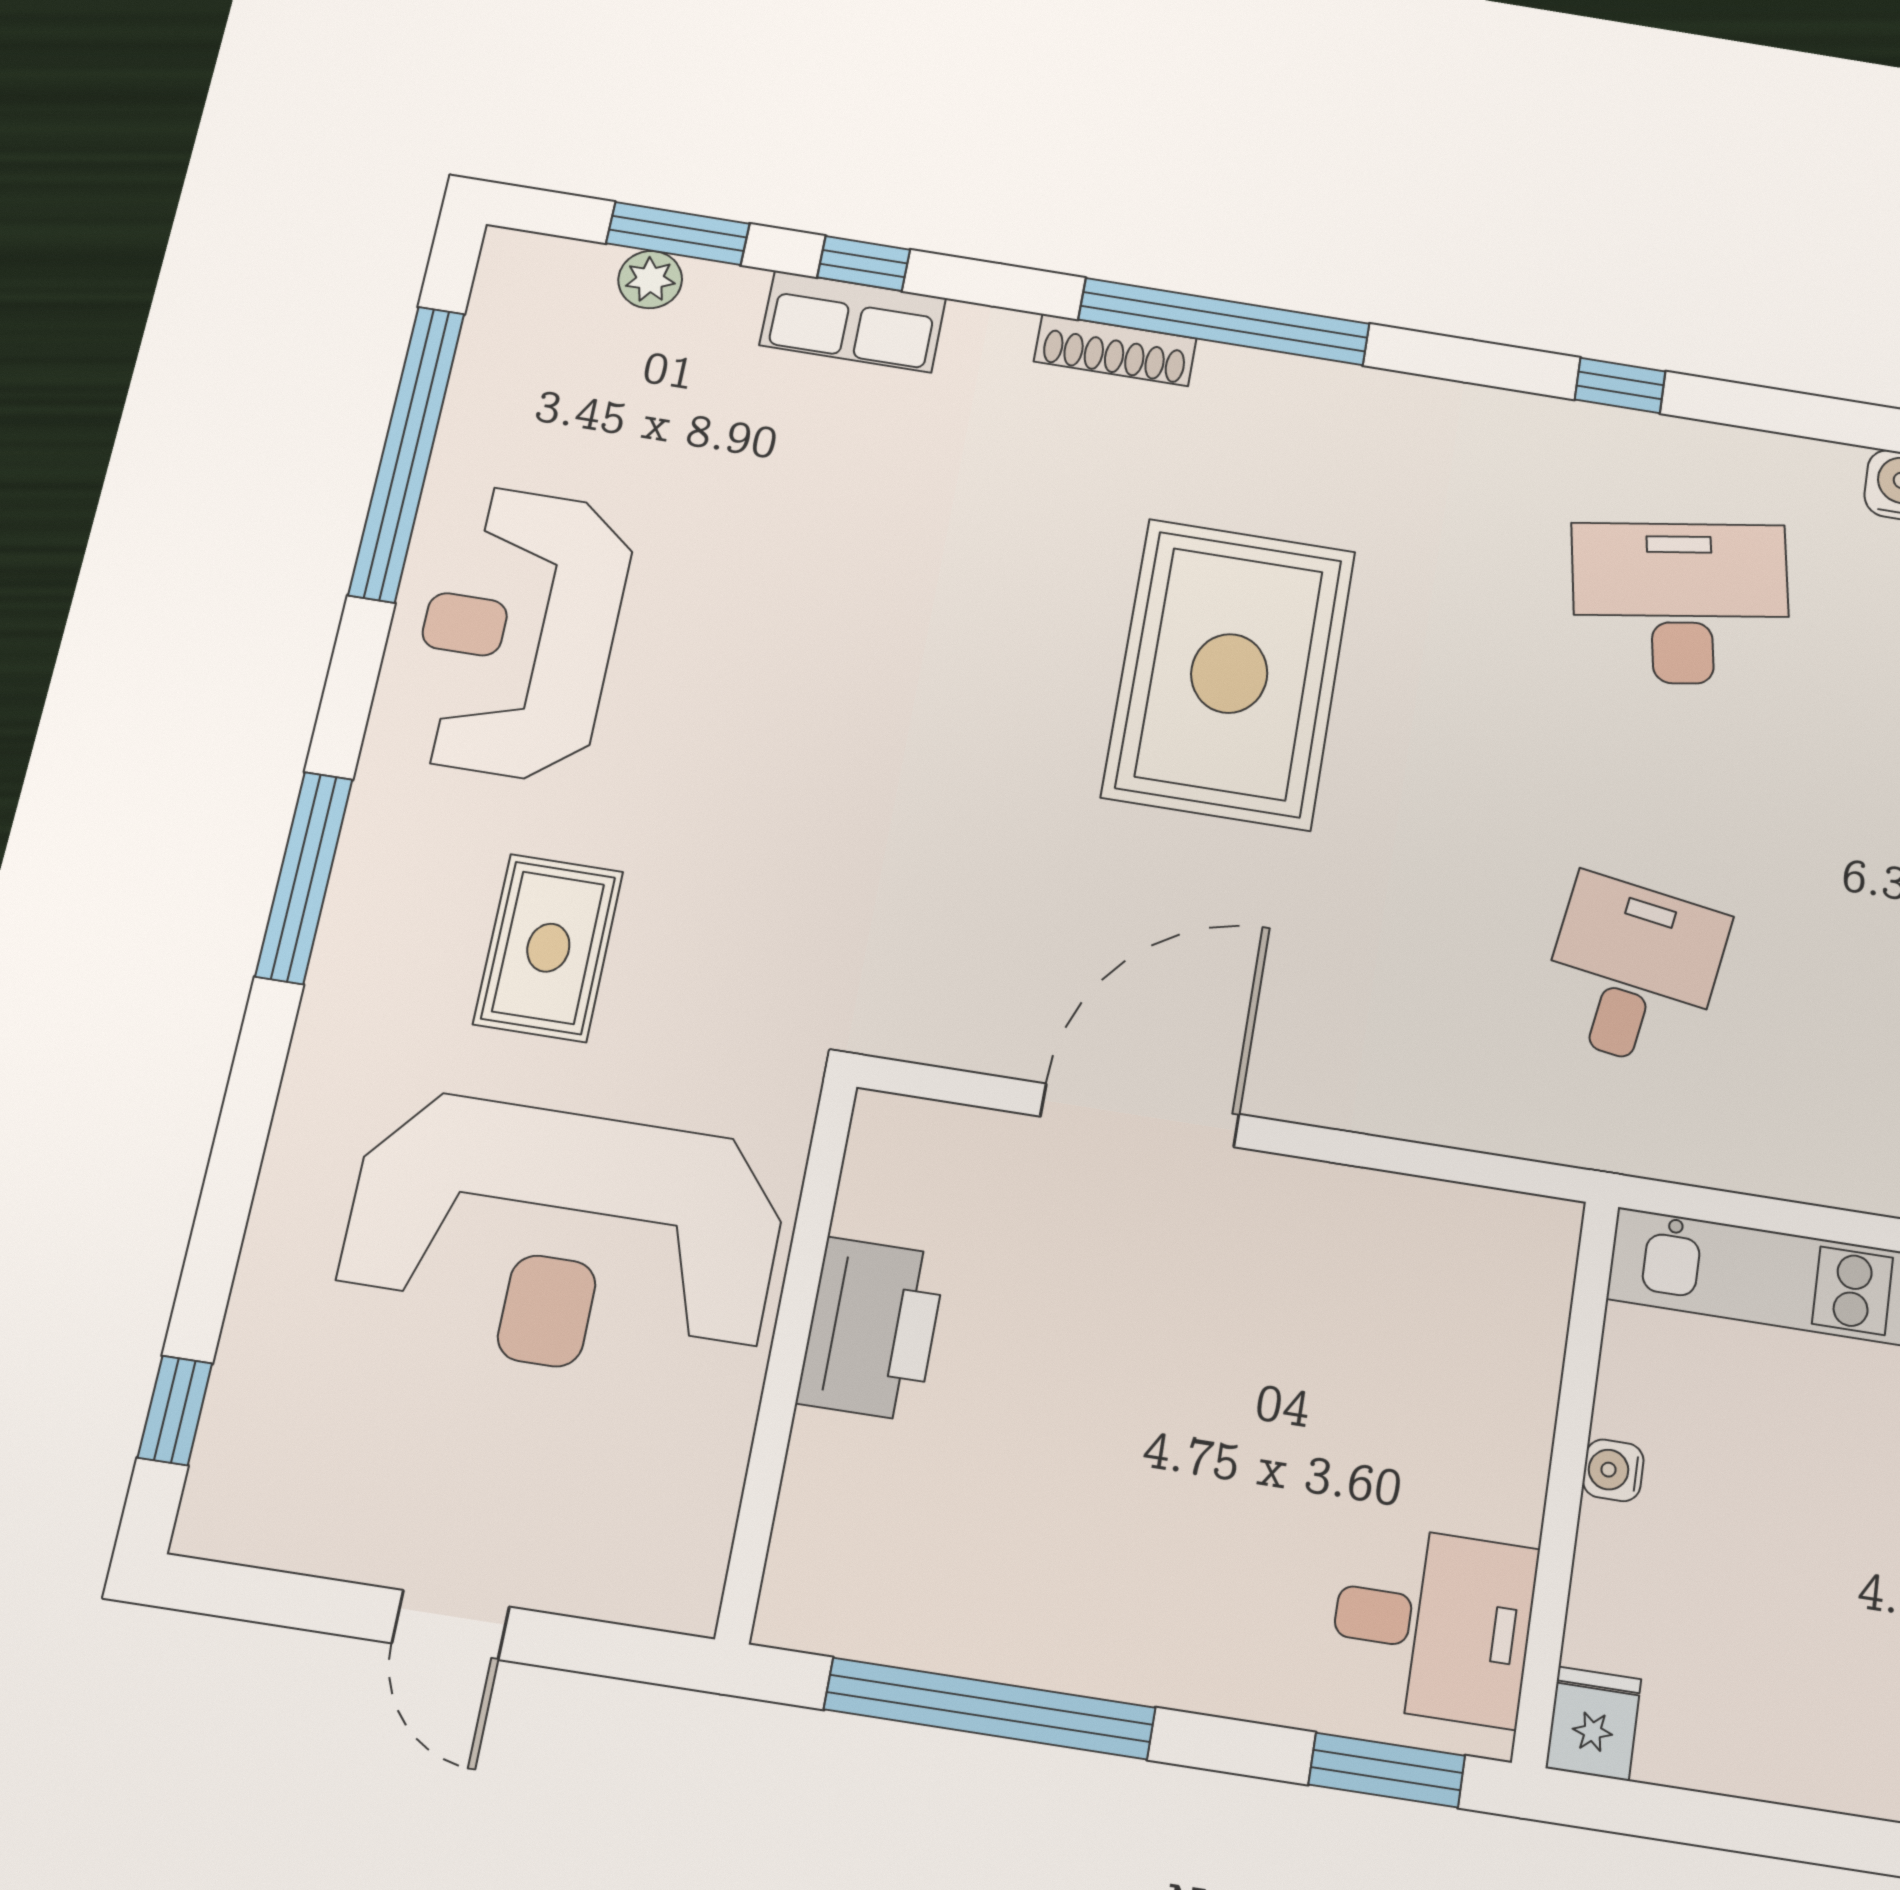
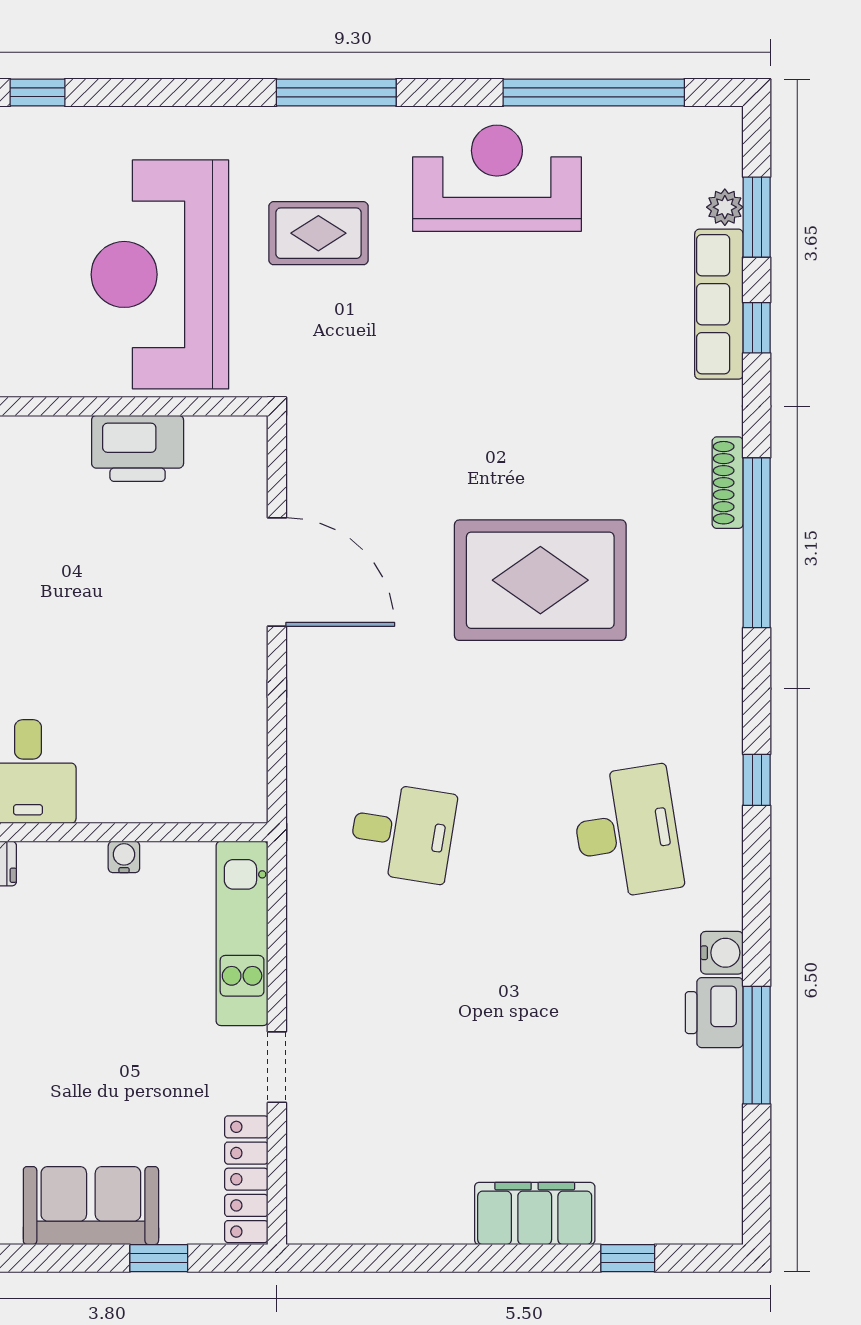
row of seats: (853, 322) -> (719, 304), width x1.48

